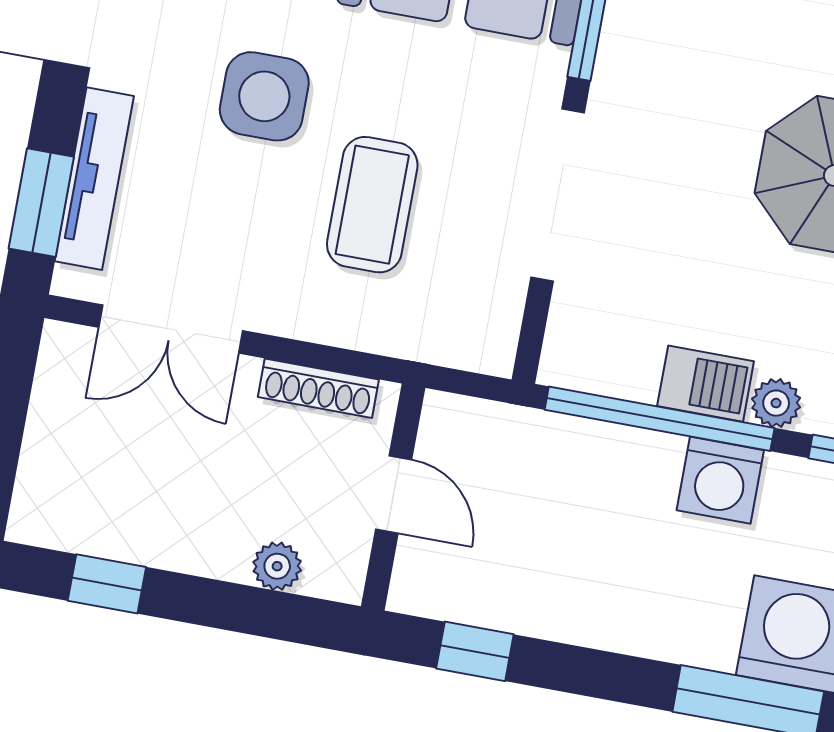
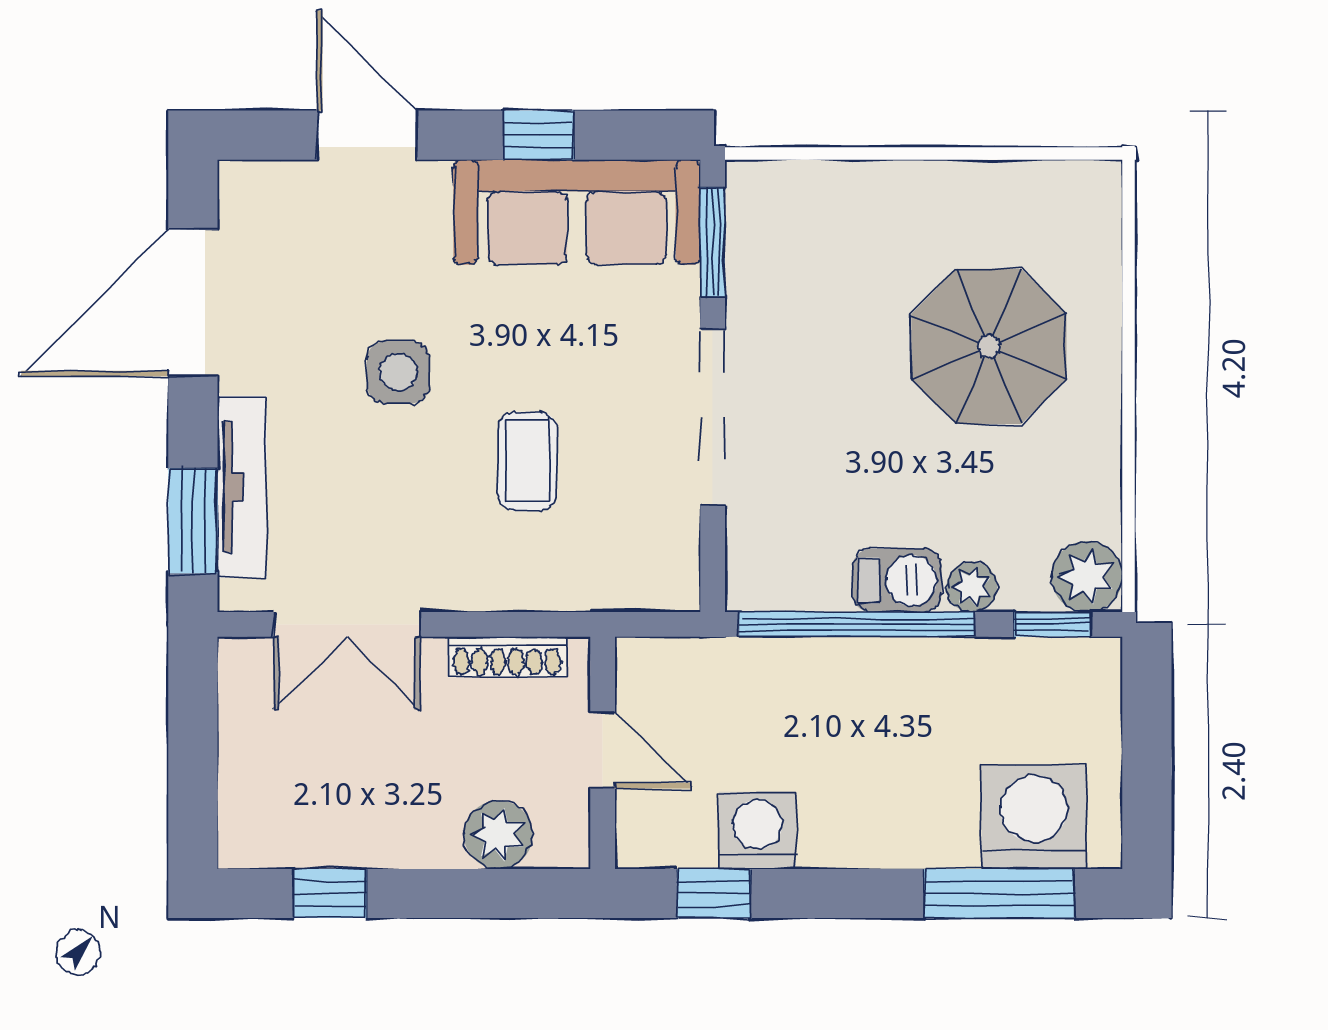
side table: (264, 96) -> (398, 372), width x0.73, depth x0.73
coffee table: (372, 205) -> (527, 461), width x0.73, depth x0.77
washing machine: (720, 480) -> (757, 831), moved, turned 180
plant: (277, 566) -> (498, 835), width x1.38, depth x1.38

